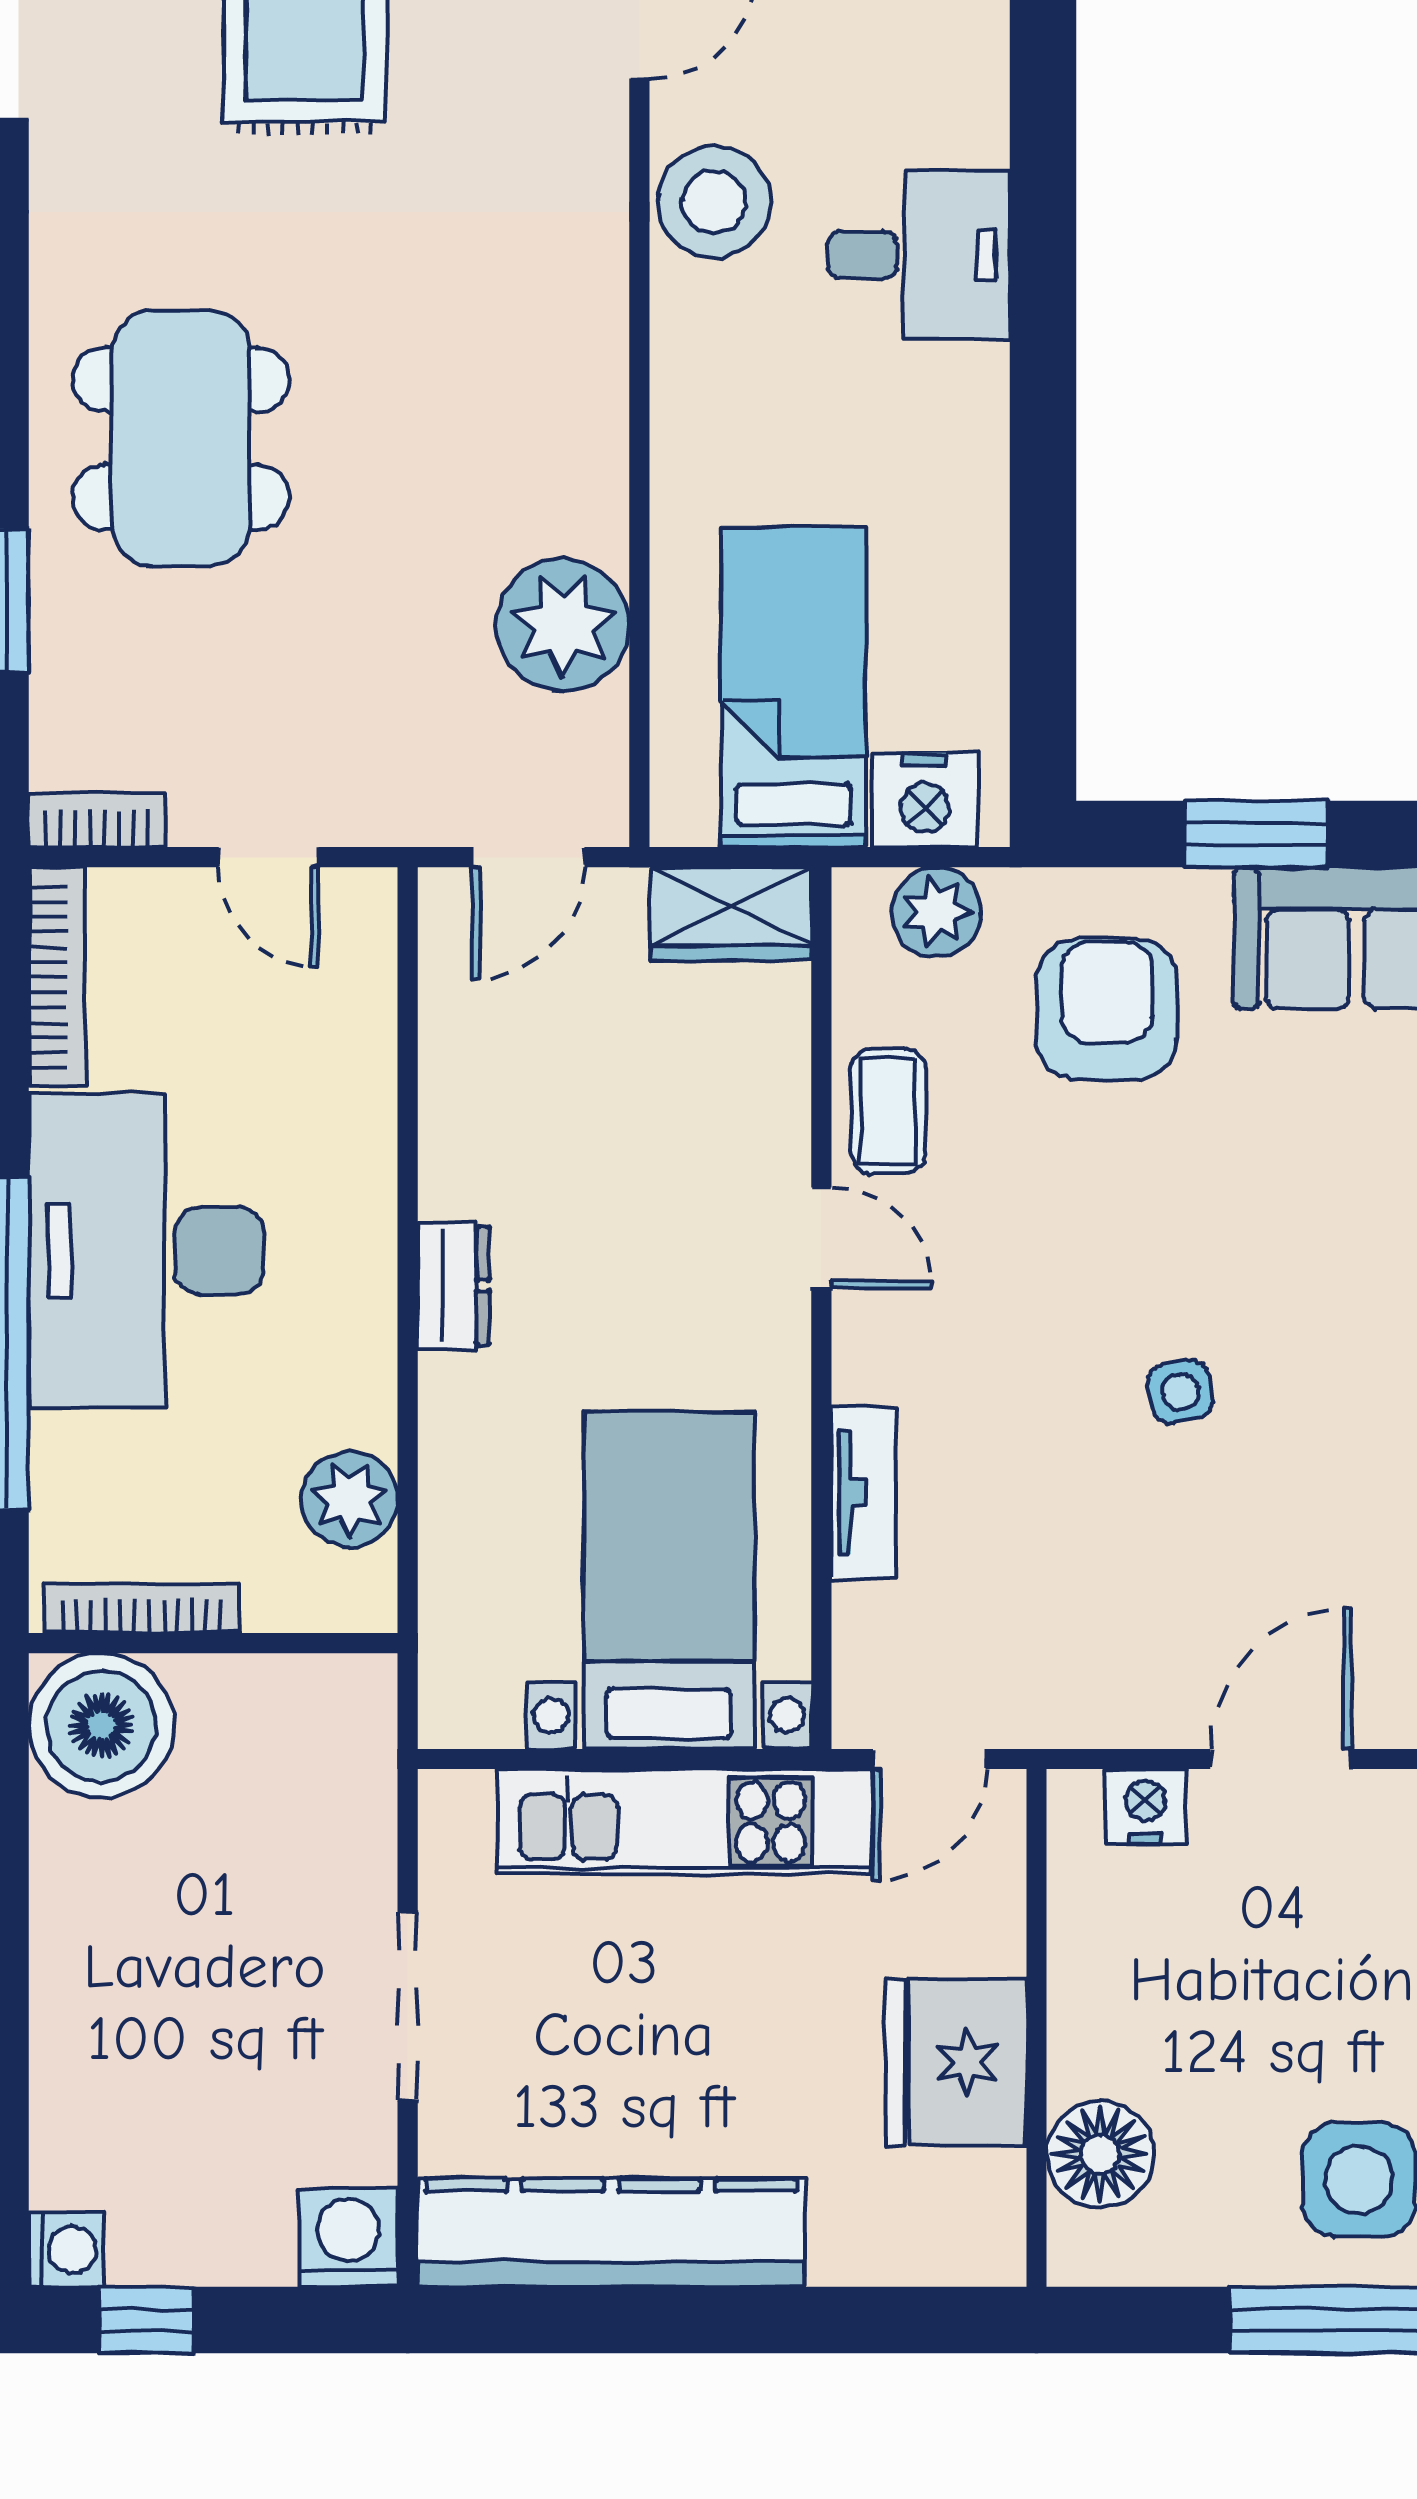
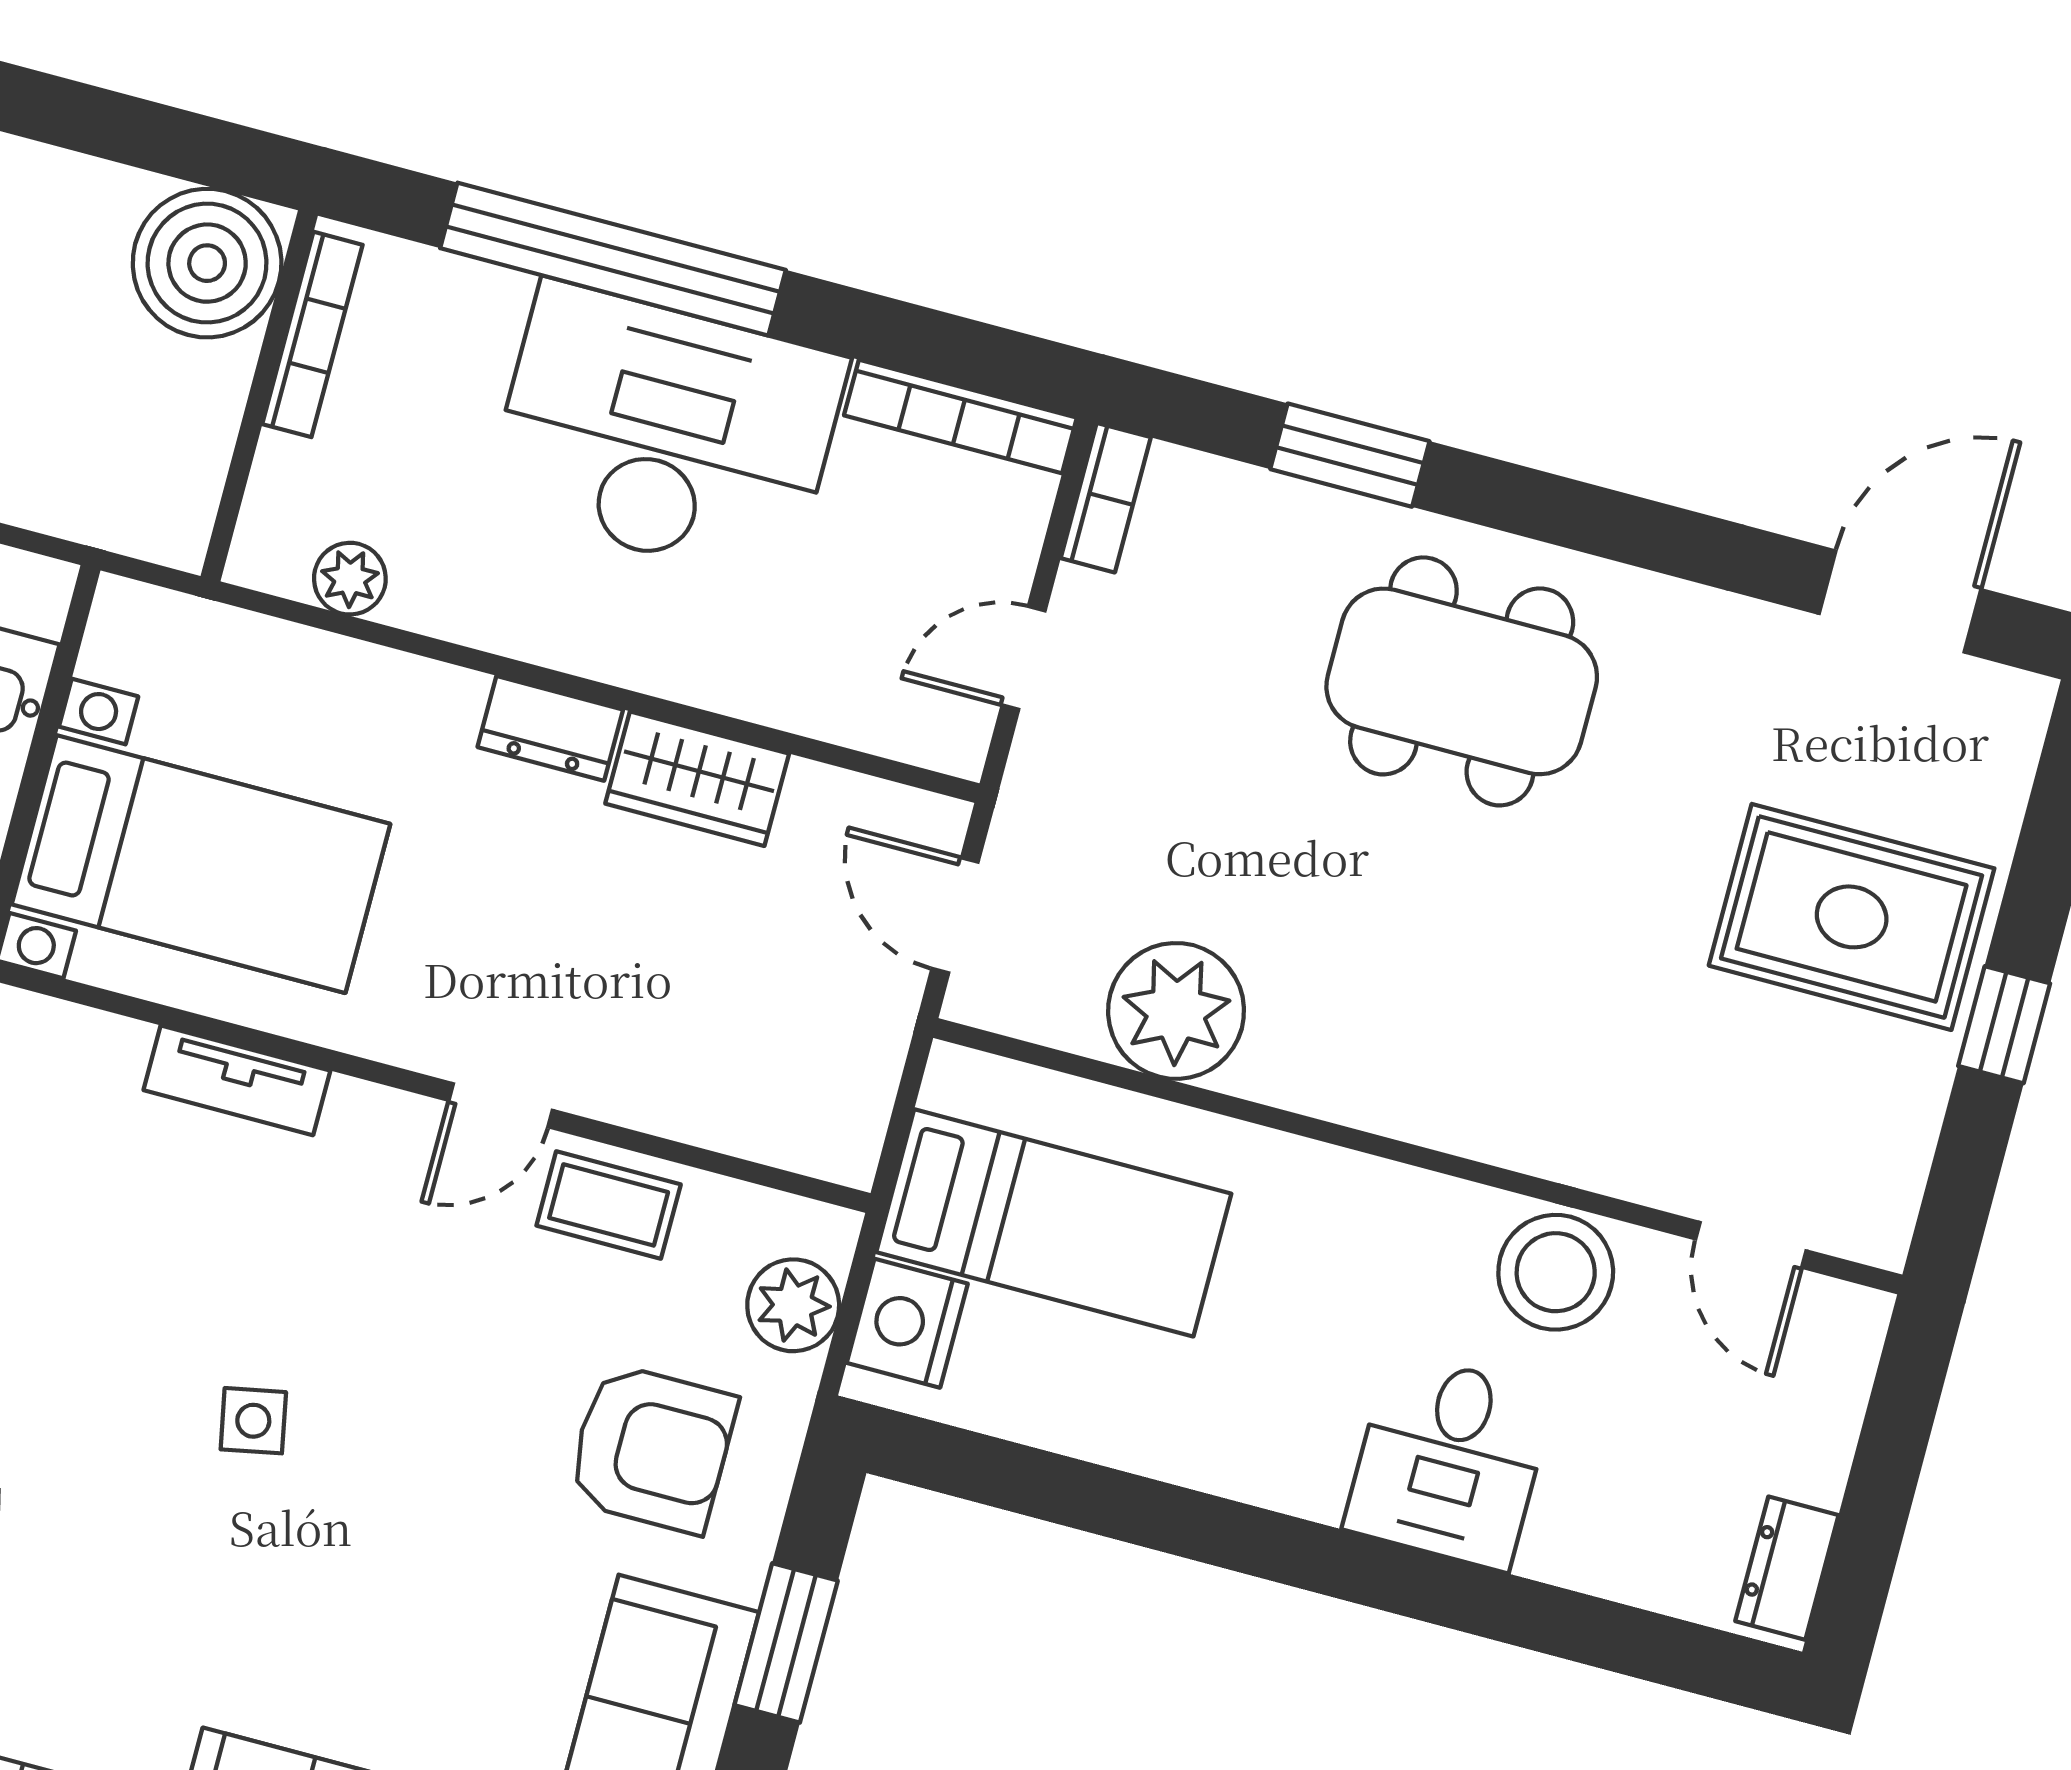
wardrobe: (731, 914) -> (697, 779), moved, turned -90
plant: (350, 1499) -> (350, 579), width x0.73, depth x0.73

